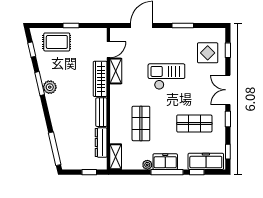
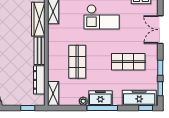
checkout: (166, 77) -> (102, 17), turned 180
window: (228, 119) -> (160, 68), moved
window: (197, 172) -> (146, 108), moved

